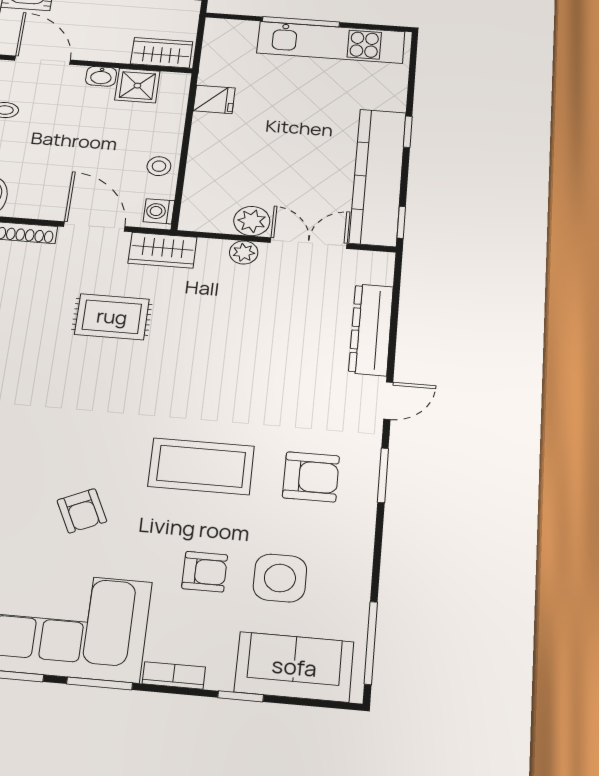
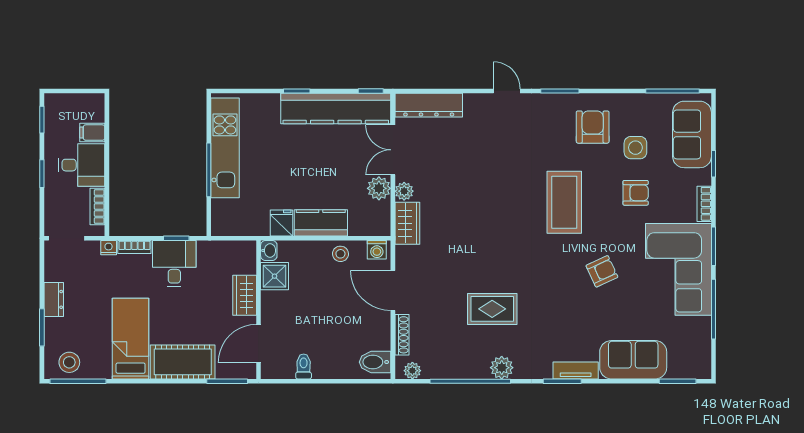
wardrobe: (162, 53) -> (245, 295), moved
washbasin: (101, 76) -> (269, 250), moved
kitchen counter: (208, 146) -> (321, 223), added
door: (94, 226) -> (393, 291), hinge flipped
wardrobe: (162, 250) -> (407, 223), moved
rug: (112, 317) -> (492, 309), moved, turned 90
dresser: (371, 330) -> (429, 105), moved
armchair: (311, 477) -> (593, 127), moved
armchair: (205, 572) -> (636, 193), turned 90
side table: (280, 578) -> (635, 148), width x0.73, depth x0.73

